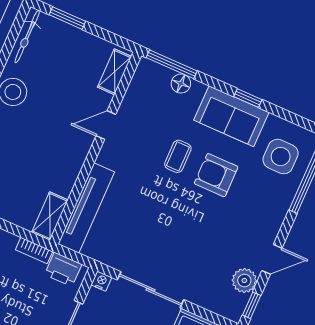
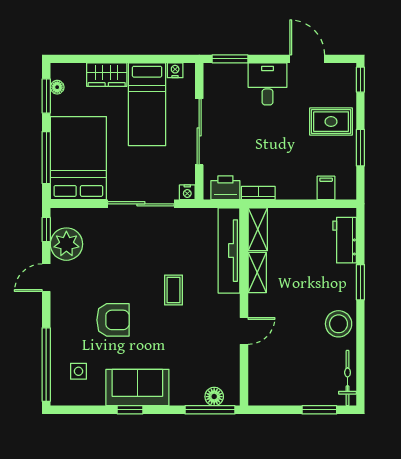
shelving: (114, 72) -> (257, 273), moved
floor lamp: (181, 84) -> (214, 397), moved
coffee table: (178, 156) -> (173, 290), moved
side table: (281, 157) -> (79, 371), width x0.54, depth x0.54
armchair: (216, 175) -> (113, 320), moved
plant: (244, 281) -> (66, 244), width x1.36, depth x1.36

